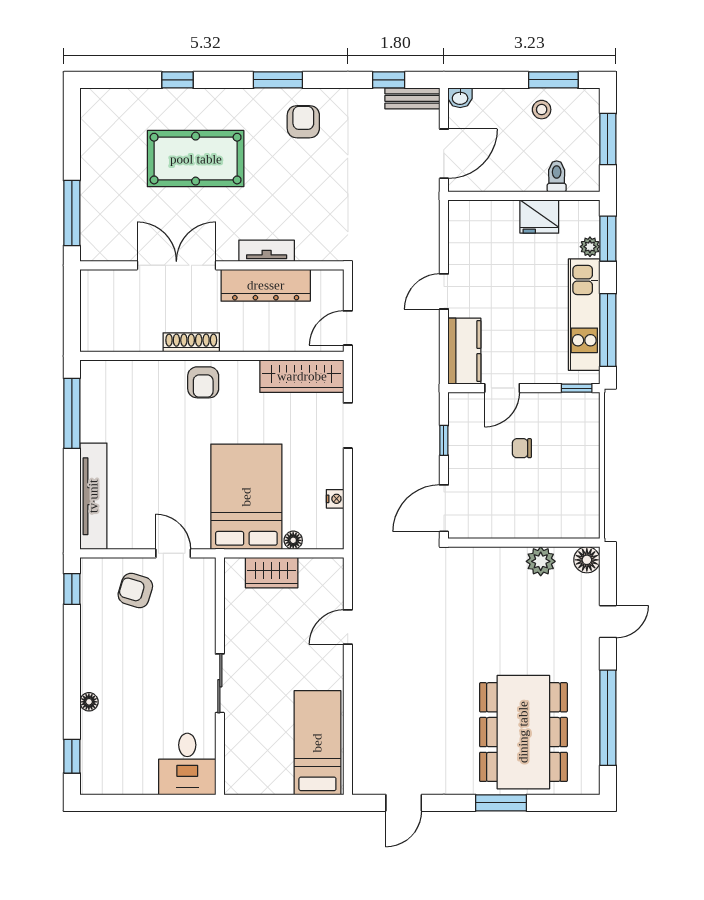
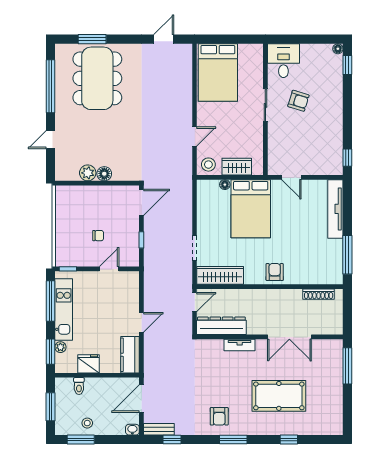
dresser: (266, 285) -> (221, 326), moved
shoe rack: (191, 342) -> (319, 294), moved
kitchen counter: (464, 351) -> (130, 355), moved
nightstand: (335, 499) -> (202, 208), removed
floor lamp: (587, 560) -> (104, 174), moved
stool: (323, 576) -> (208, 165), added
armchair: (135, 590) -> (298, 101), moved
floor lamp: (89, 702) -> (338, 49), moved
bed: (317, 743) -> (218, 72), width x1.50
window: (501, 803) -> (92, 39), moved

